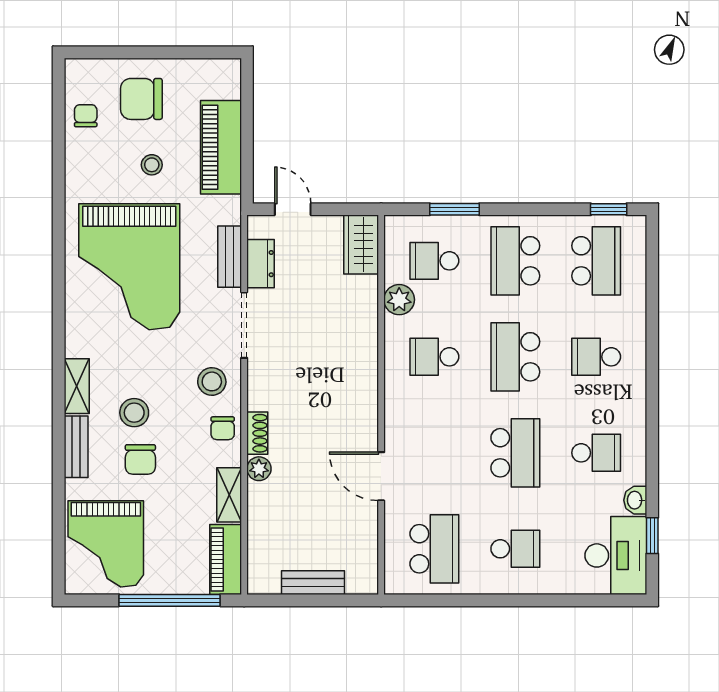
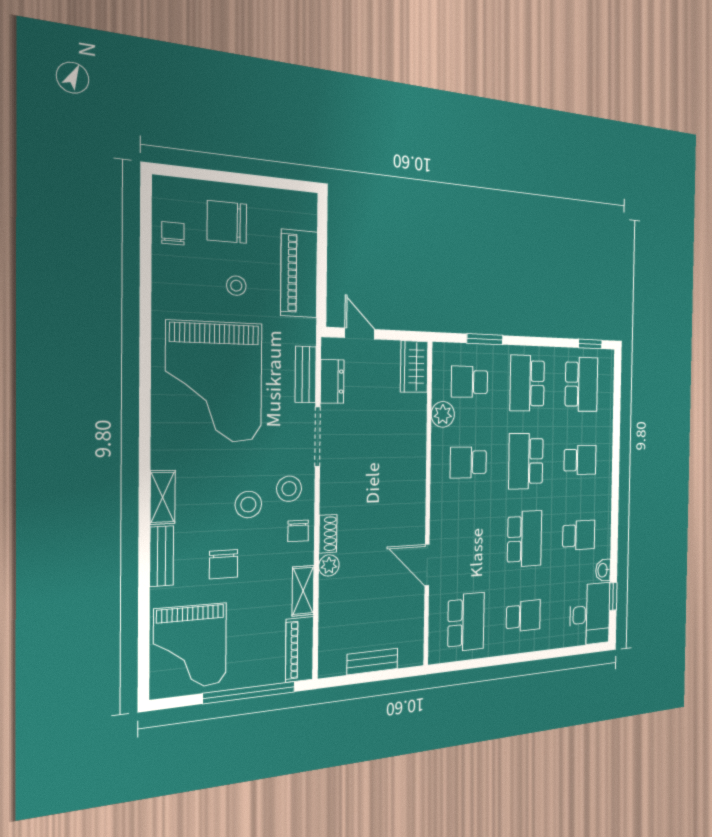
school desk: (596, 357) -> (580, 460), turned 180
stool: (134, 413) -> (248, 505), moved

